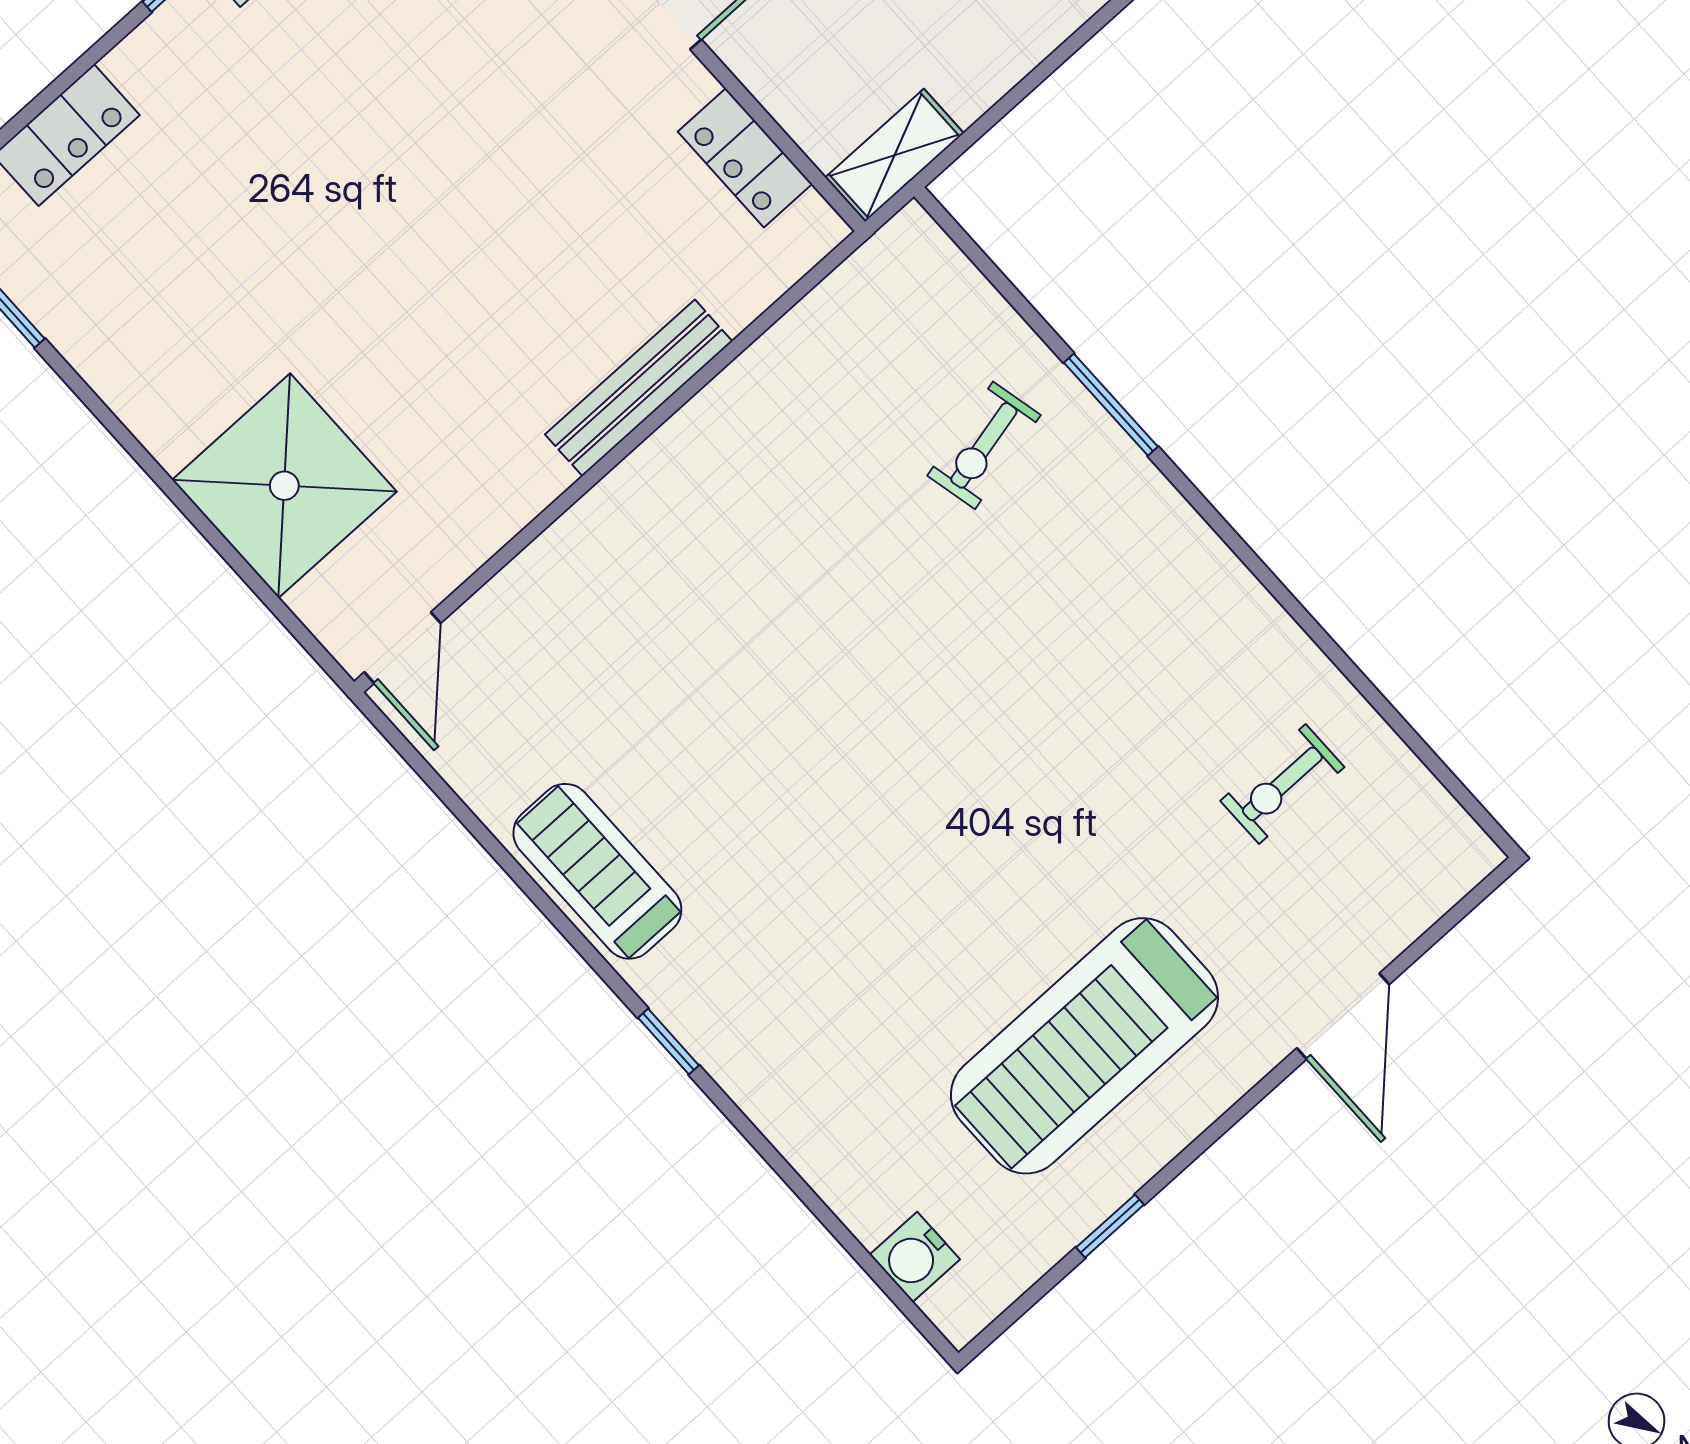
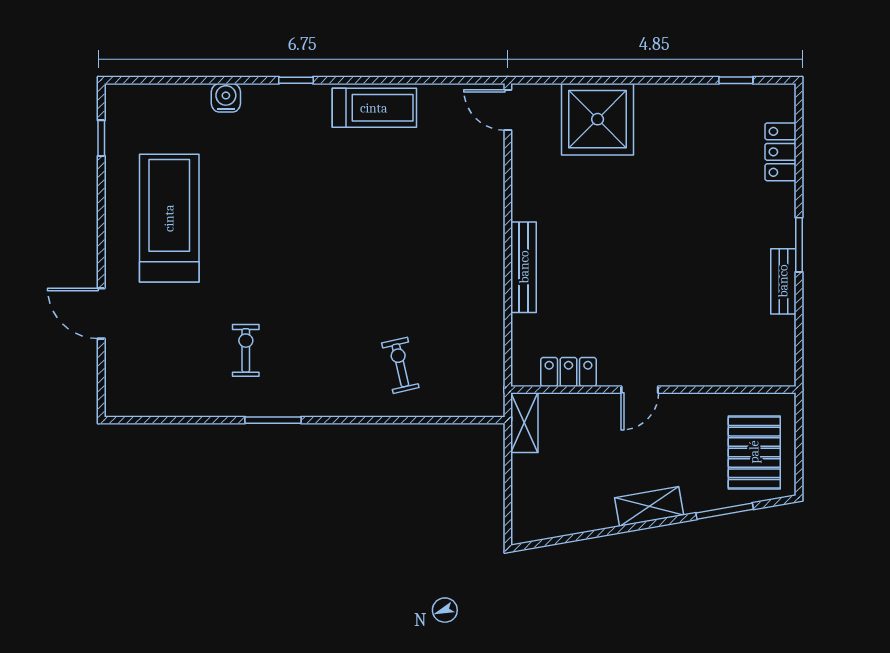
window: (1111, 405) -> (273, 420), moved
exercise bike: (1282, 784) -> (246, 350), moved
window: (1110, 1226) -> (101, 138), moved
water cooler: (915, 1257) -> (226, 98), moved

